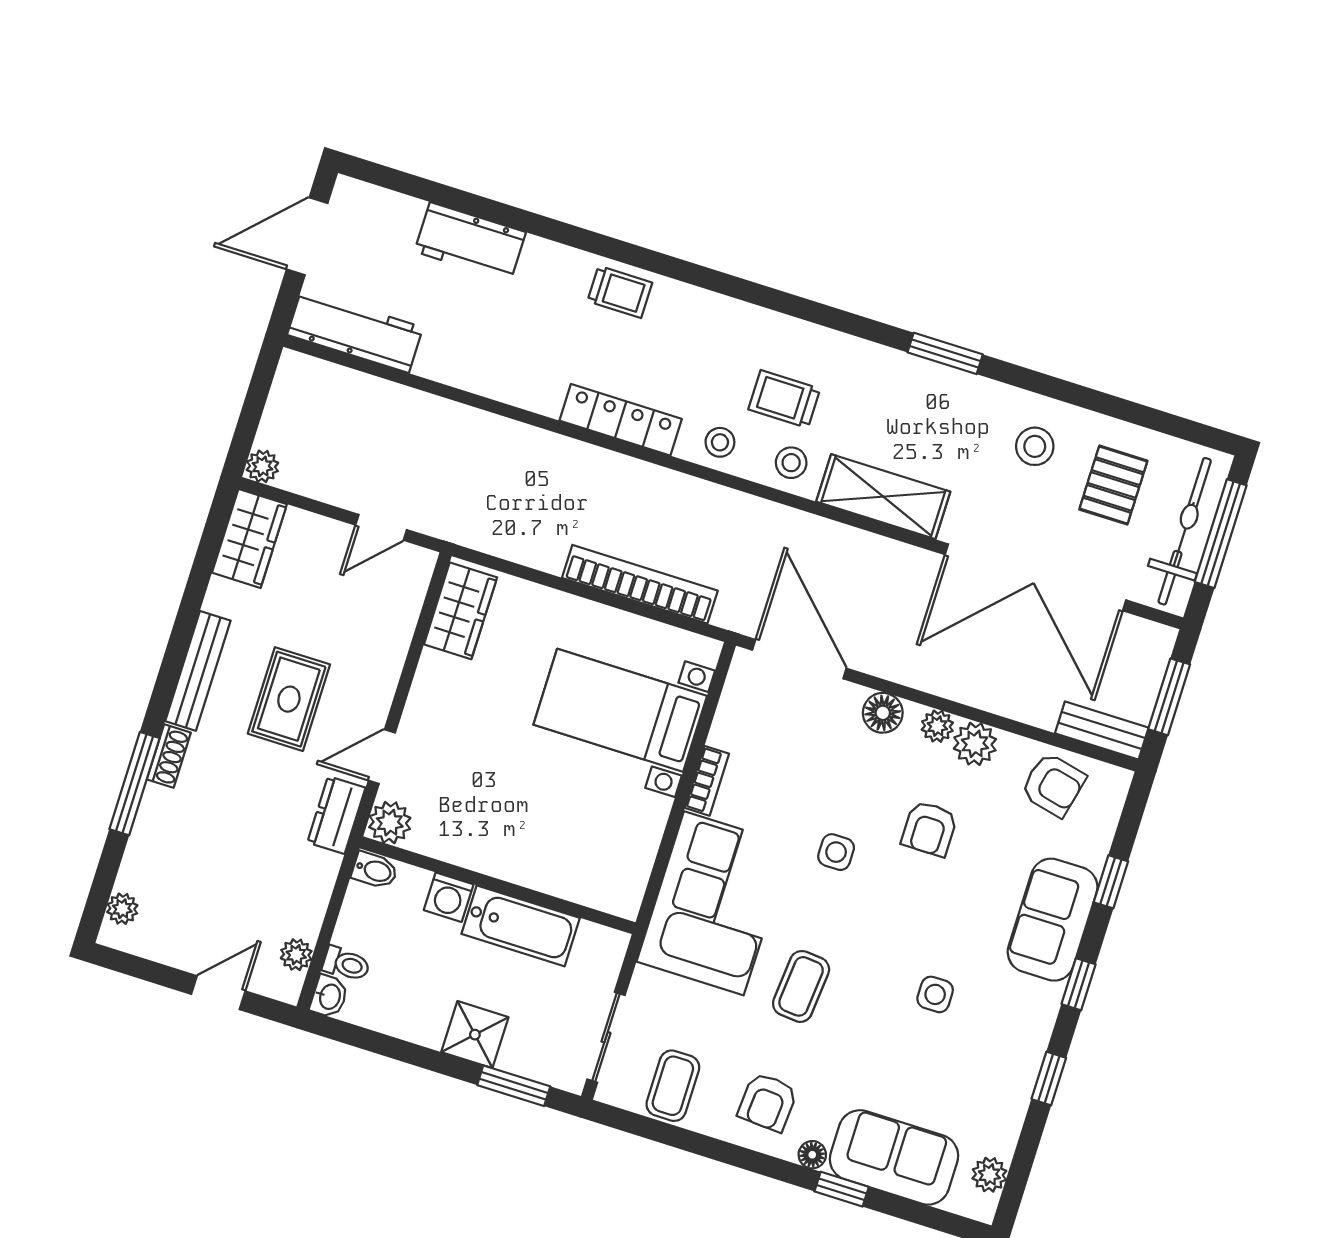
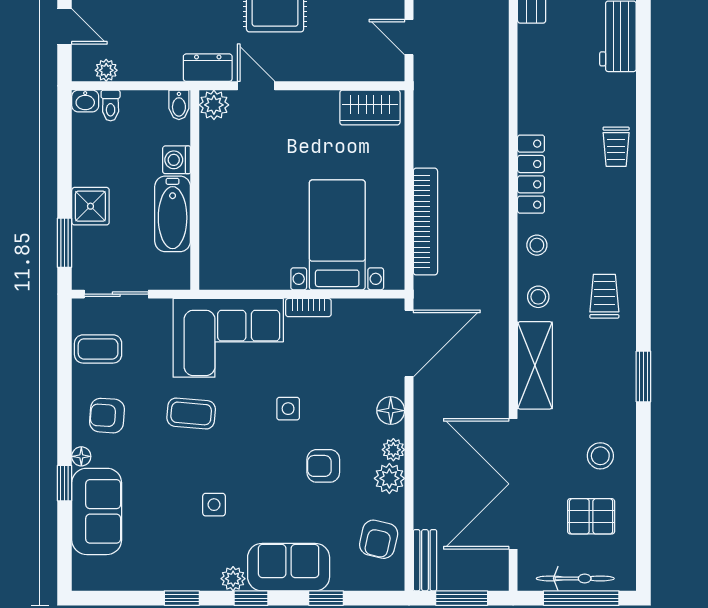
trolley: (784, 399) -> (604, 296), moved
bicycle: (1185, 531) -> (575, 578), width x0.73, depth x0.71
plant: (989, 1175) -> (233, 579), moved

